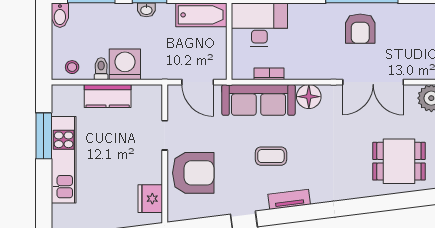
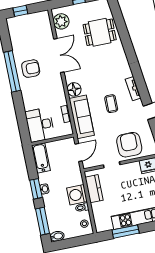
kitchen counter: (108, 96) -> (94, 189), moved
dining table: (399, 161) -> (100, 32), turned 90

